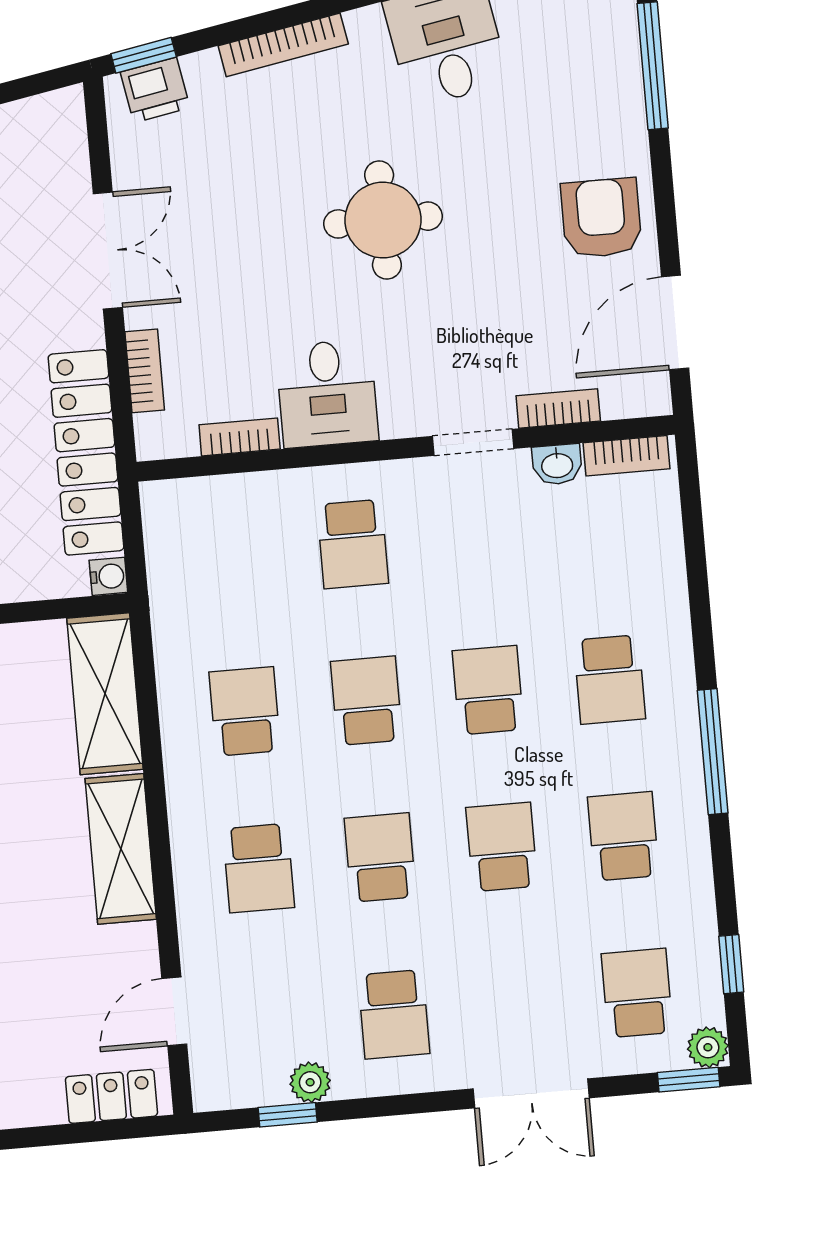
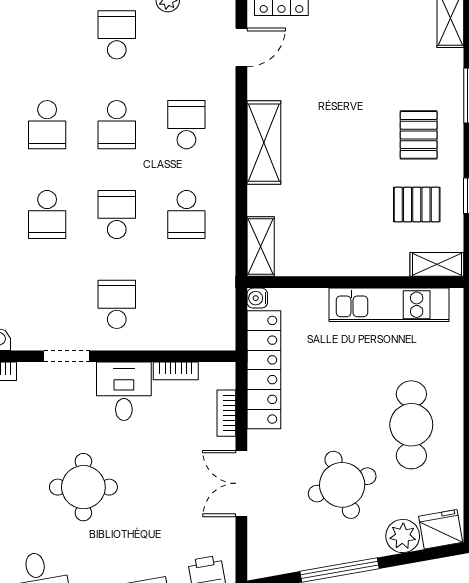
doorway: (473, 442) -> (67, 356), moved
shelving: (105, 694) -> (261, 247), width x0.67, depth x0.75
school desk: (366, 701) -> (117, 215), turned 180

